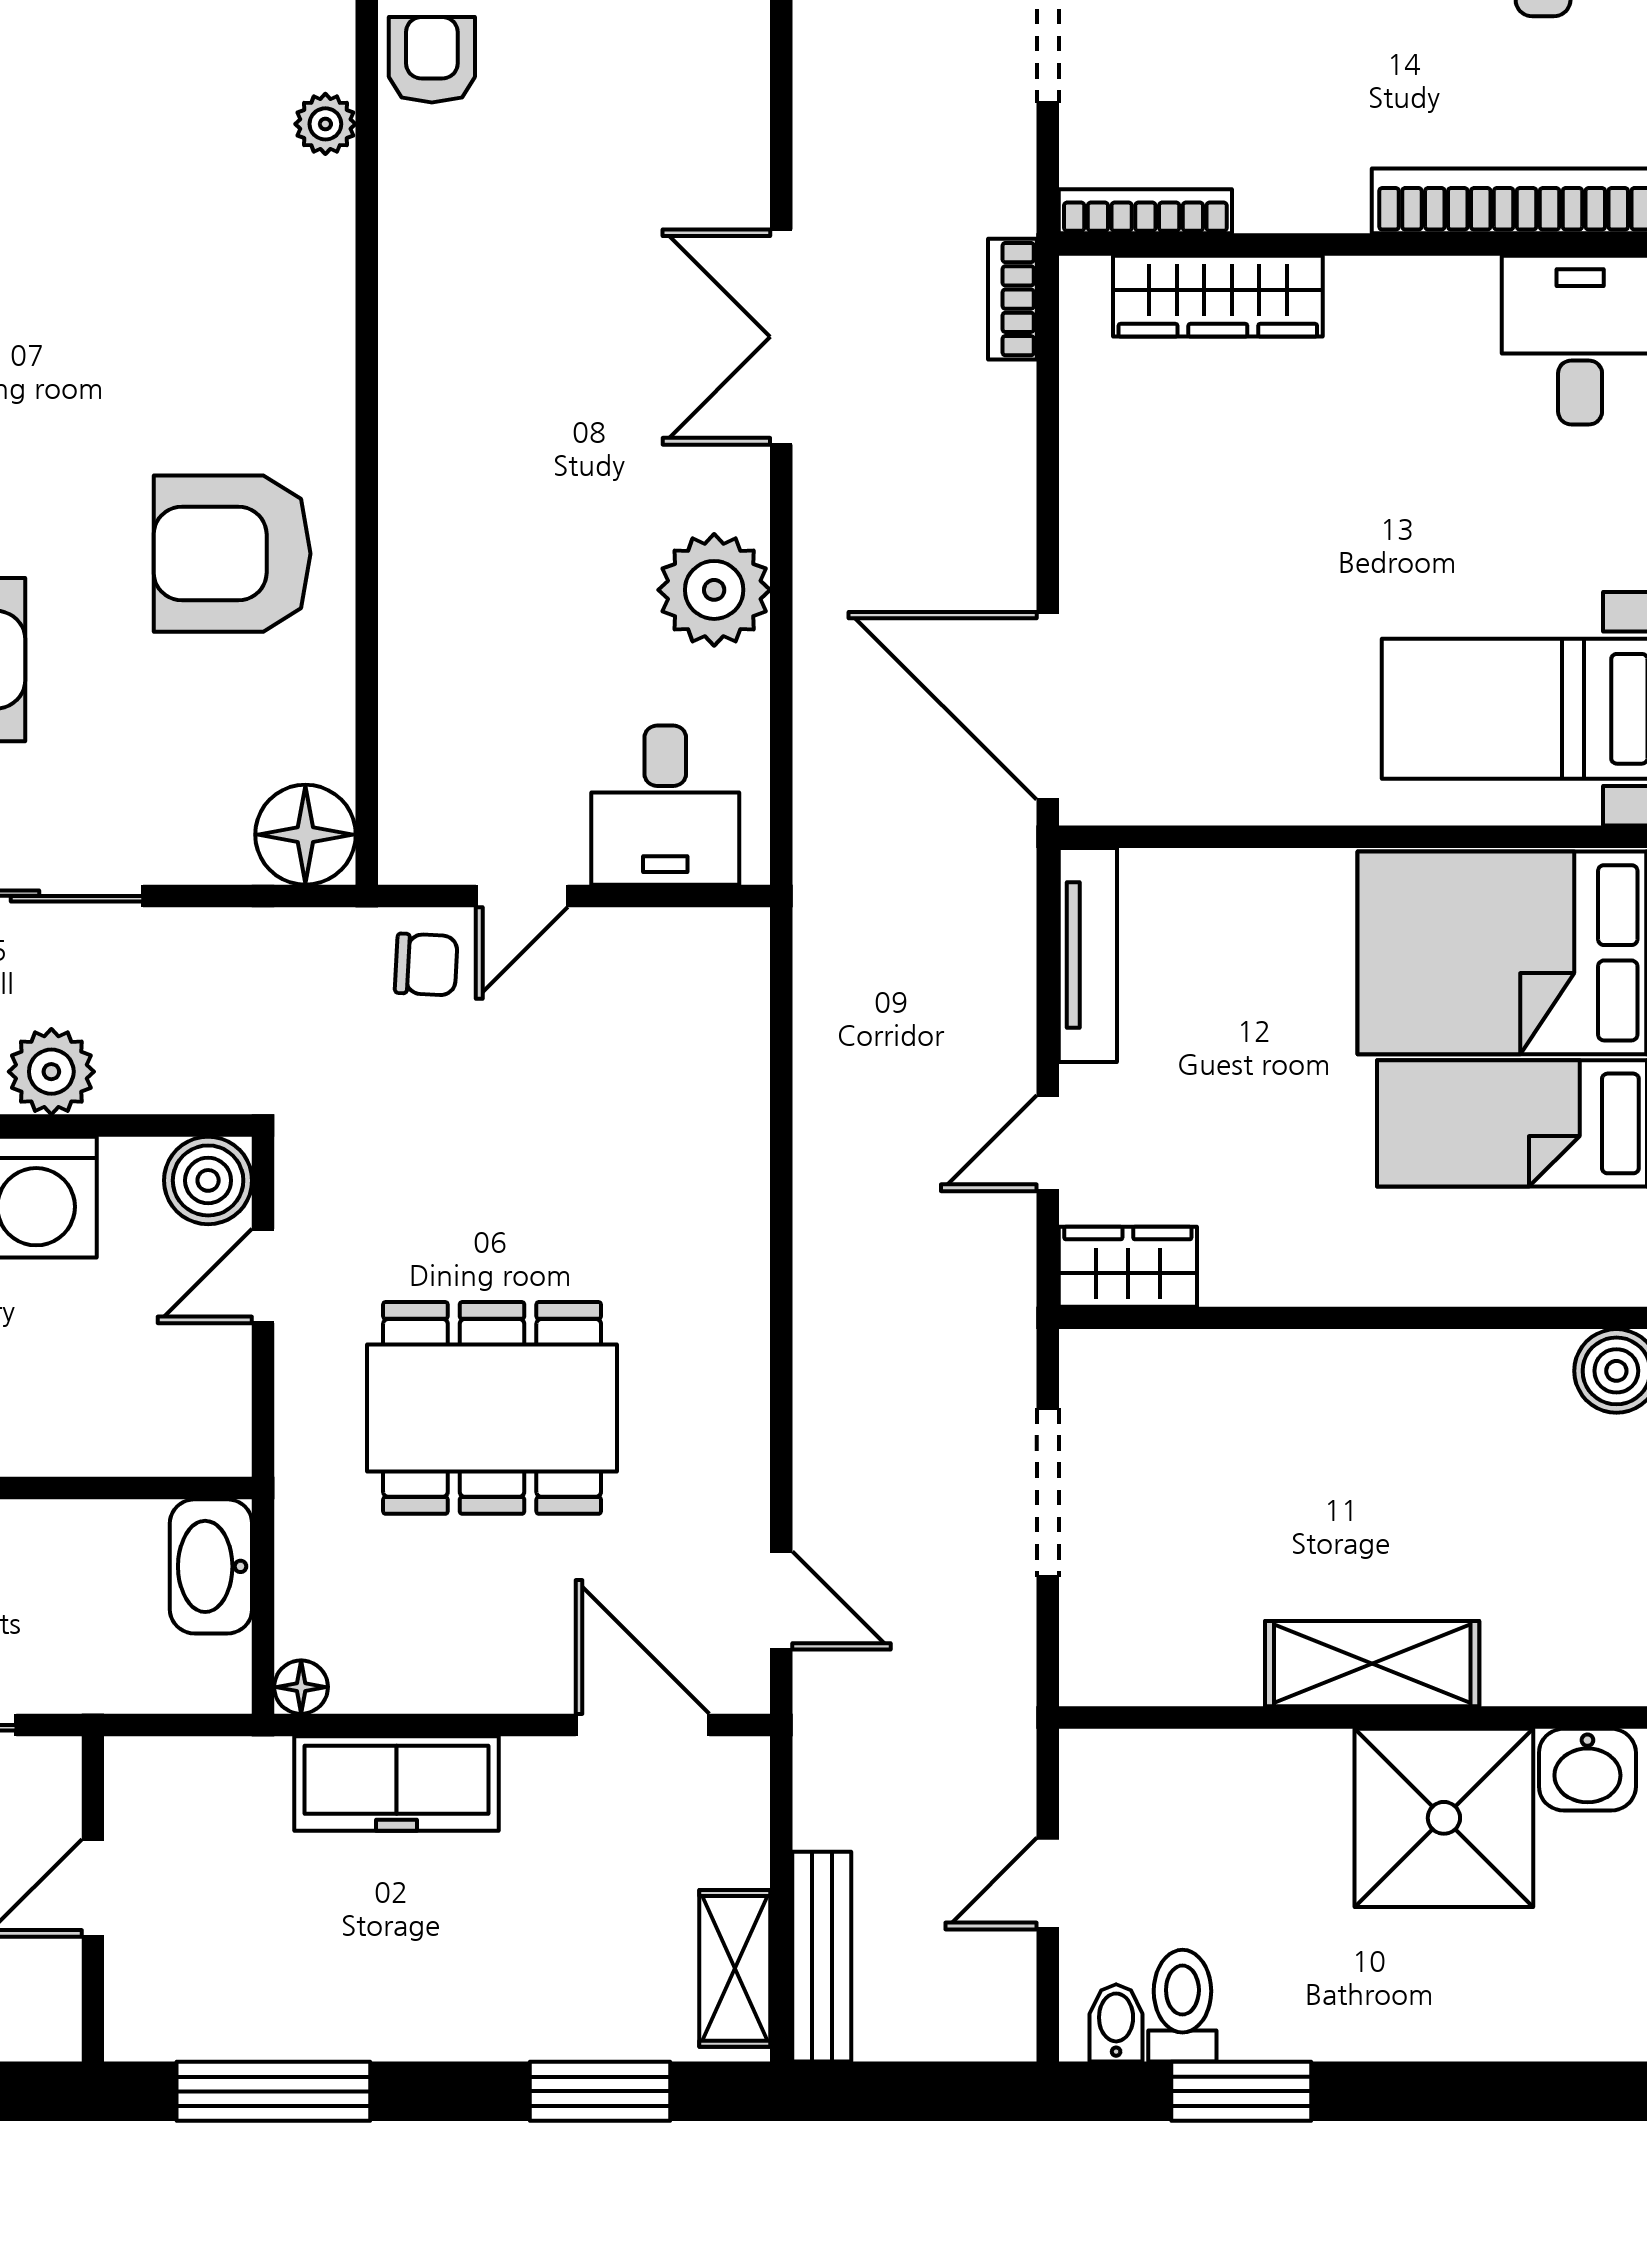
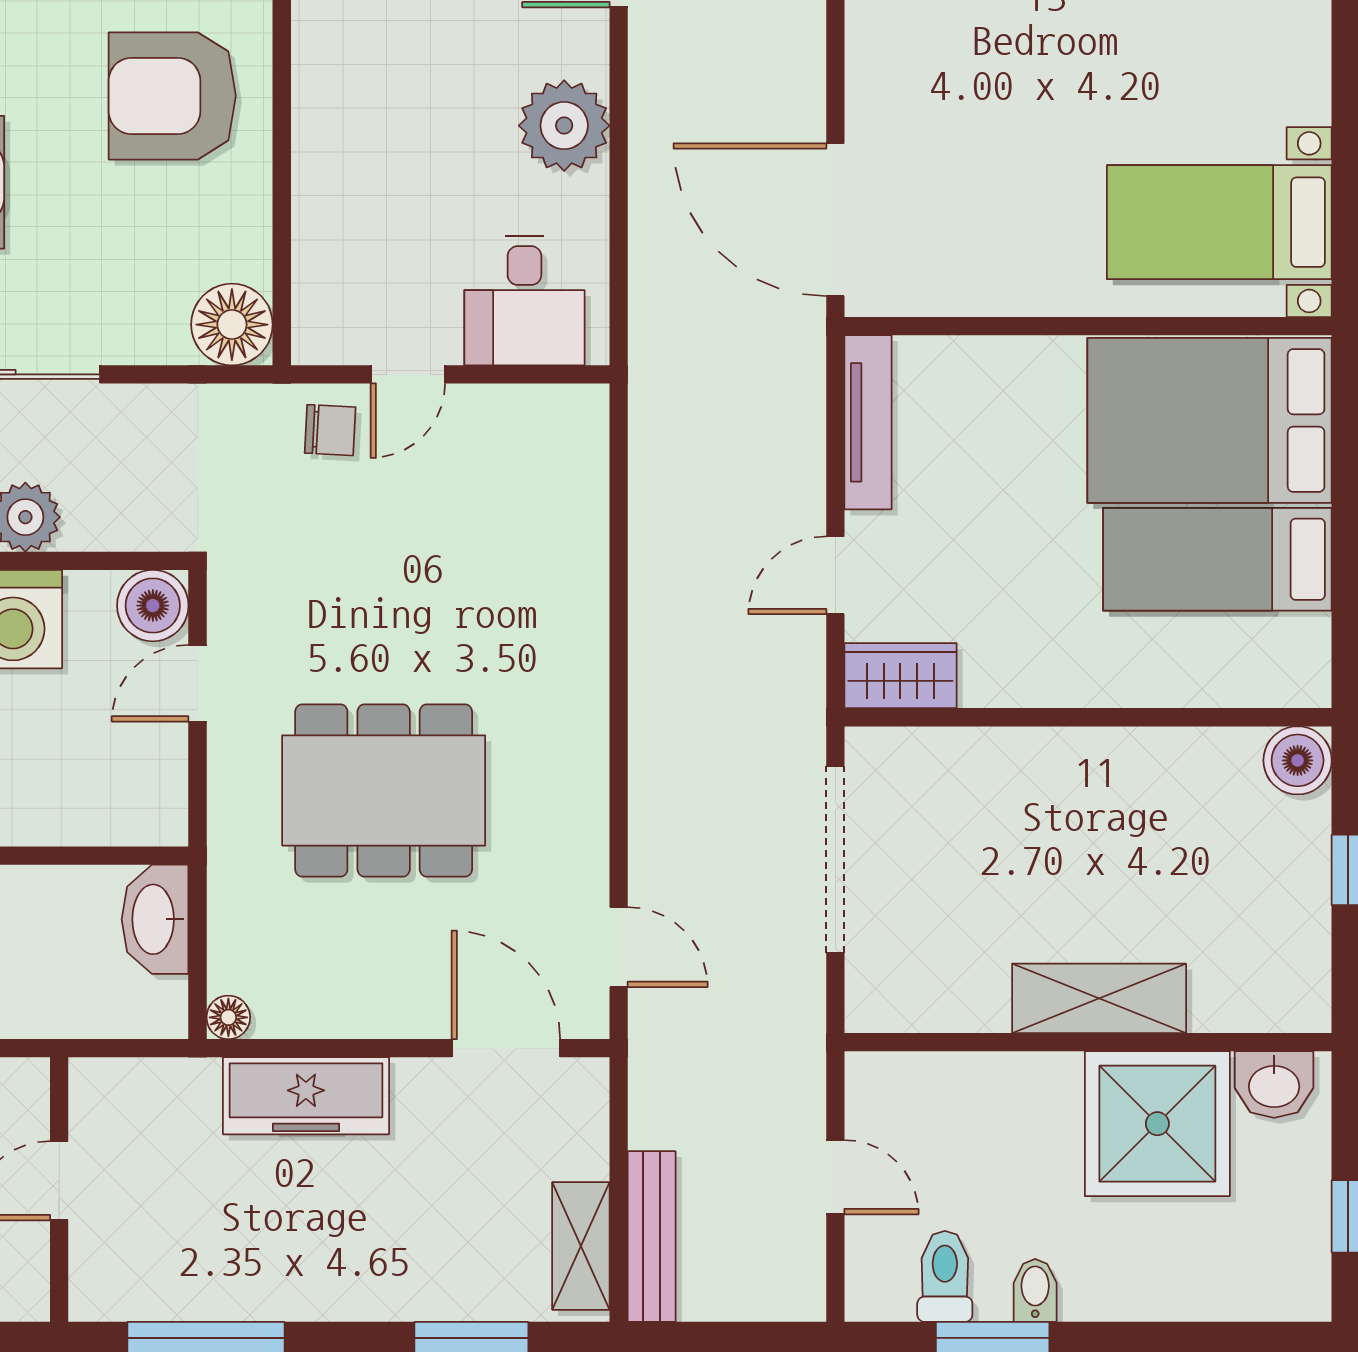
doorway: (1048, 1492) -> (835, 859), width x1.36
door: (1048, 1884) -> (835, 1177), swing flipped
bidet: (1116, 2023) -> (1035, 1290), moved

